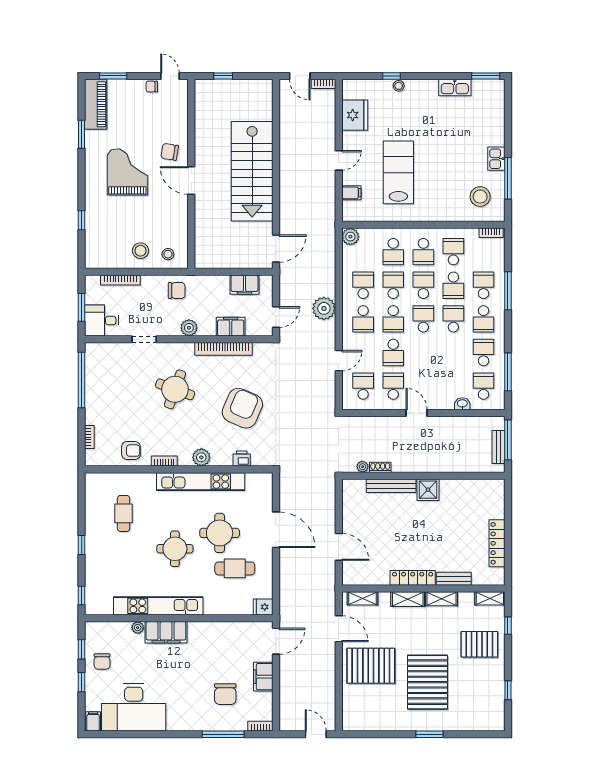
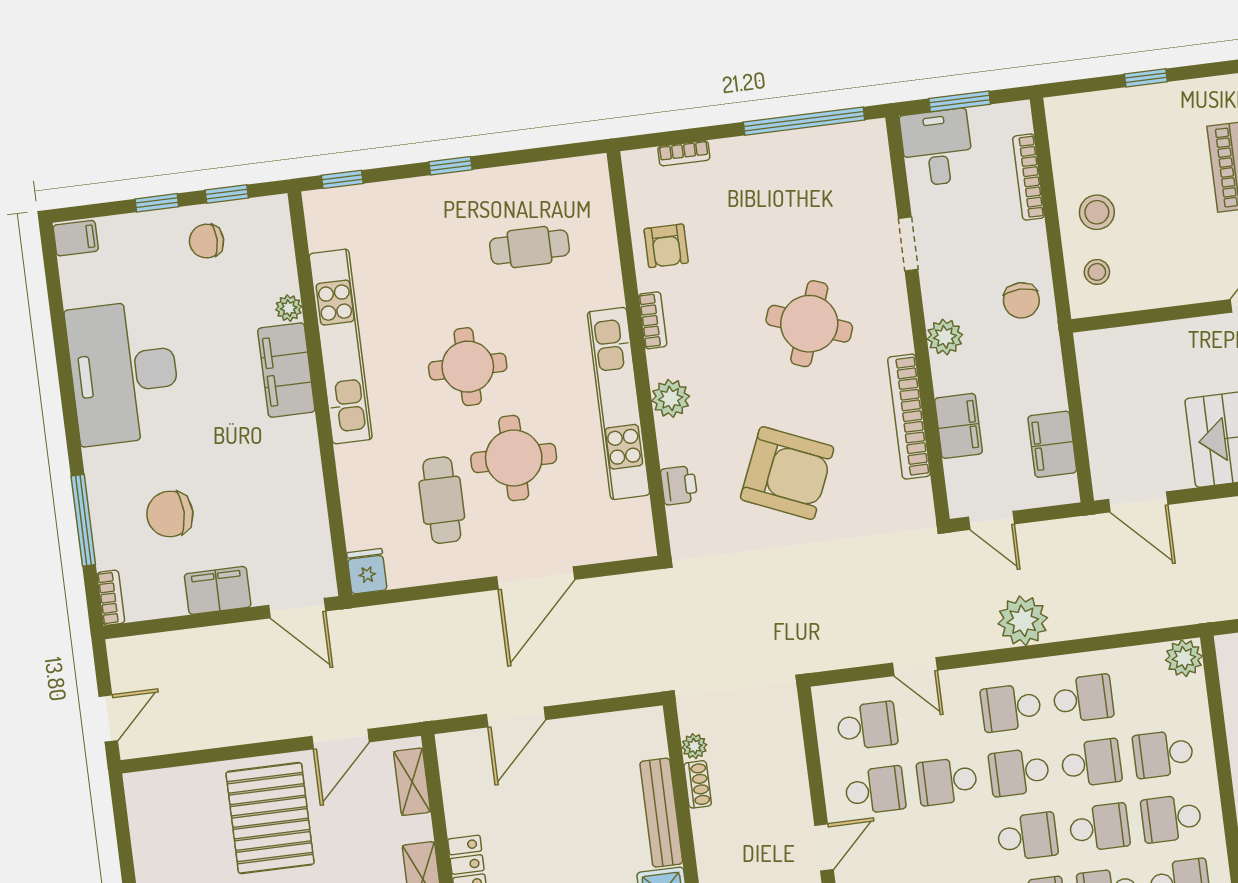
desk: (134, 707) -> (124, 373), moved

